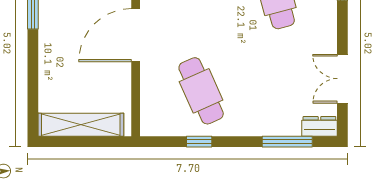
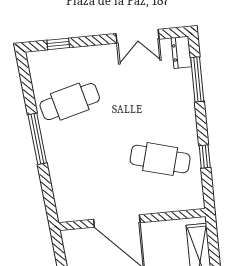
cafe table: (201, 91) -> (160, 159), turned 39

